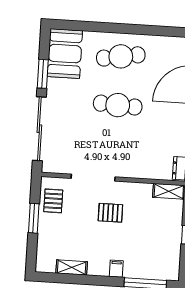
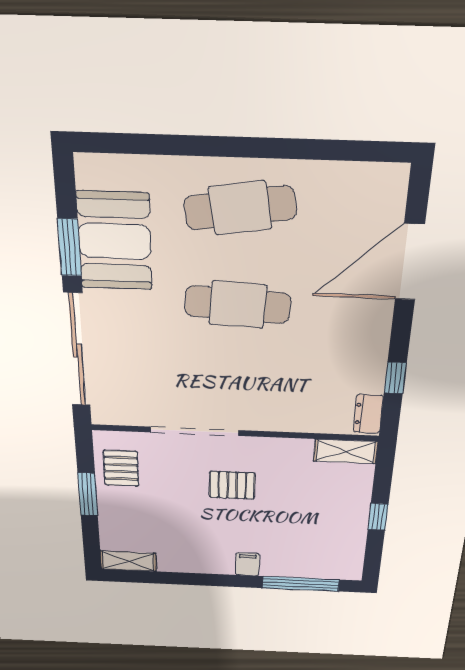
booth: (65, 54) -> (115, 241), moved
shelving: (72, 267) -> (128, 561), moved

